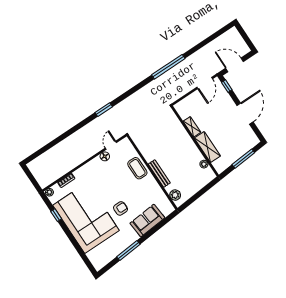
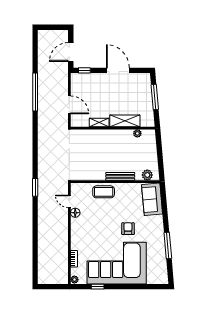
window: (168, 67) -> (35, 92), moved
door: (205, 83) -> (69, 105), moved
sofa: (147, 221) -> (152, 199), moved

